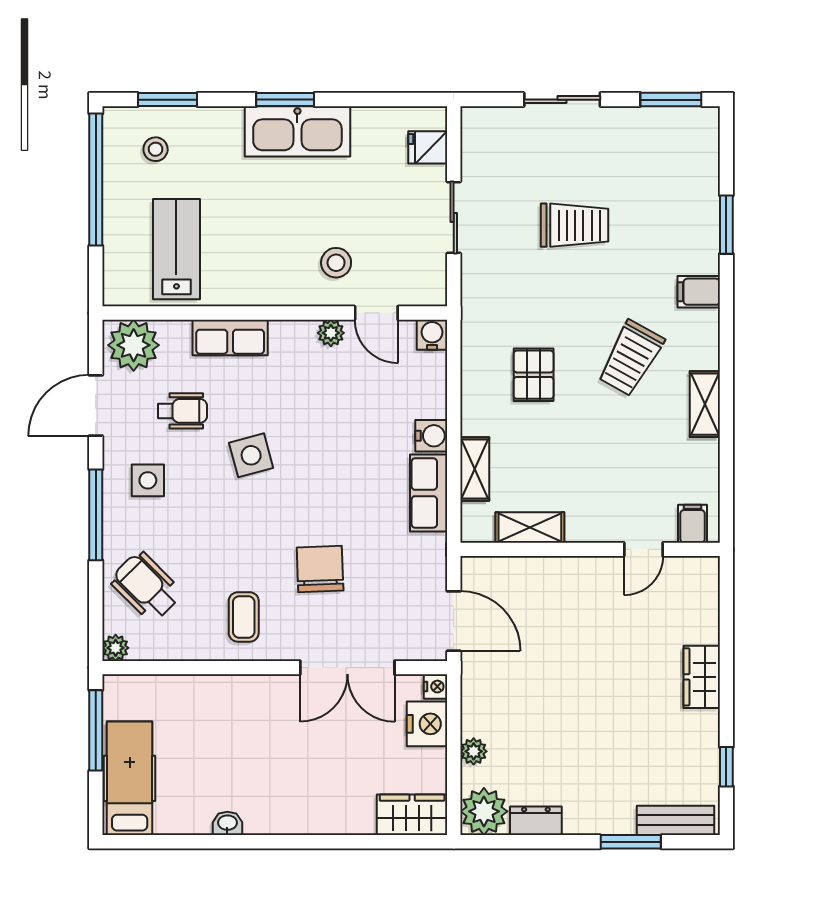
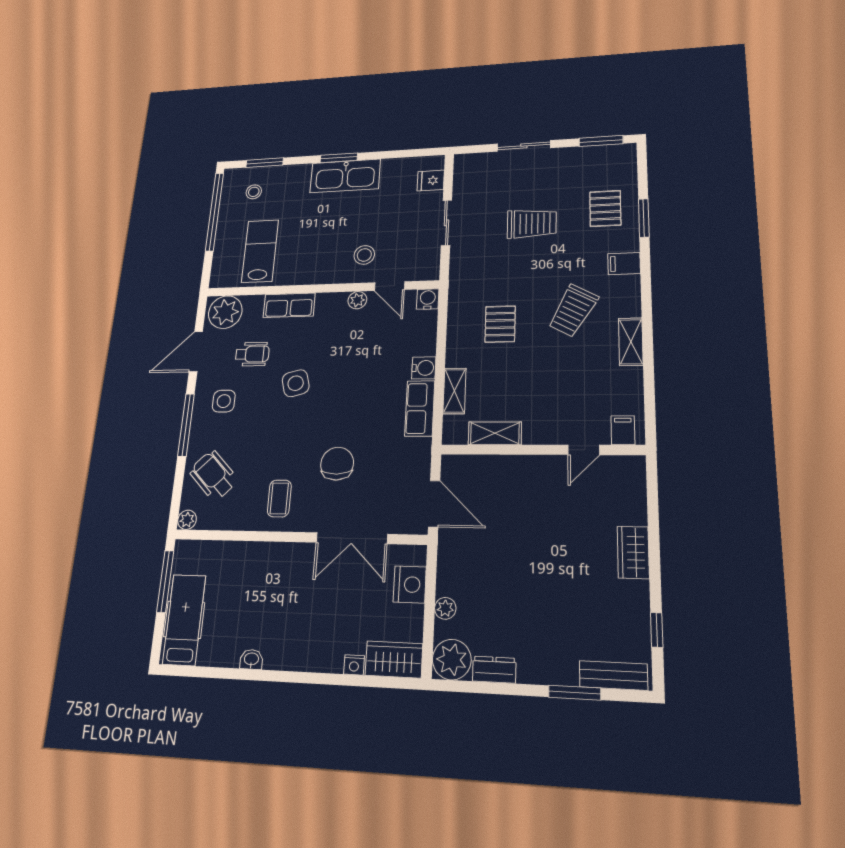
pallet: (675, 207) -> (605, 208), added
nightstand: (436, 687) -> (354, 665), moved, turned 90

